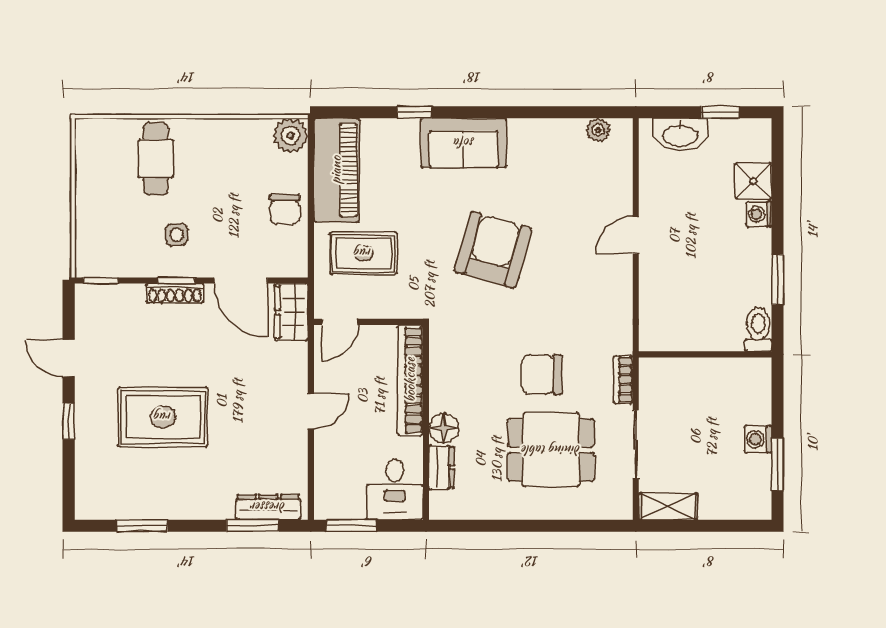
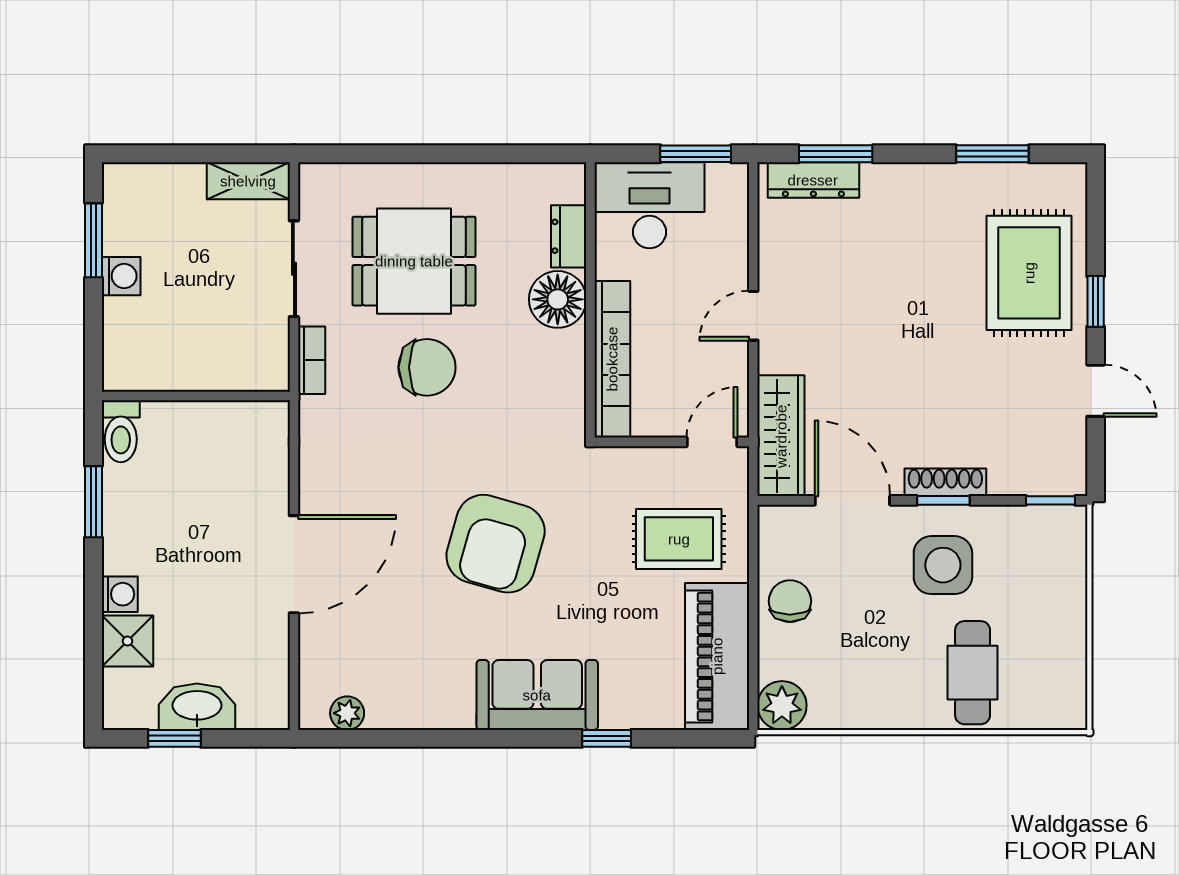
washbasin: (680, 135) -> (197, 707), moved
side table: (177, 235) -> (943, 565), width x1.87, depth x1.87
door: (636, 235) -> (294, 564), width x1.88
wardrobe: (291, 312) -> (781, 436), width x1.50
rug: (163, 417) -> (1029, 273), moved, turned 90
floor lamp: (444, 428) -> (558, 299), width x1.38, depth x1.38
desk: (395, 489) -> (649, 205), width x1.37

